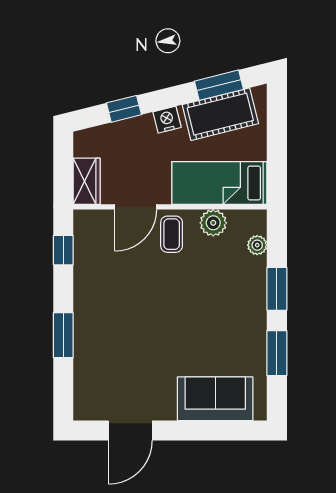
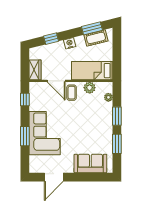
cot: (220, 114) -> (96, 38), width x0.73, depth x0.75
door: (136, 207) -> (56, 81), hinge flipped
corner sofa: (109, 328) -> (45, 133), added

